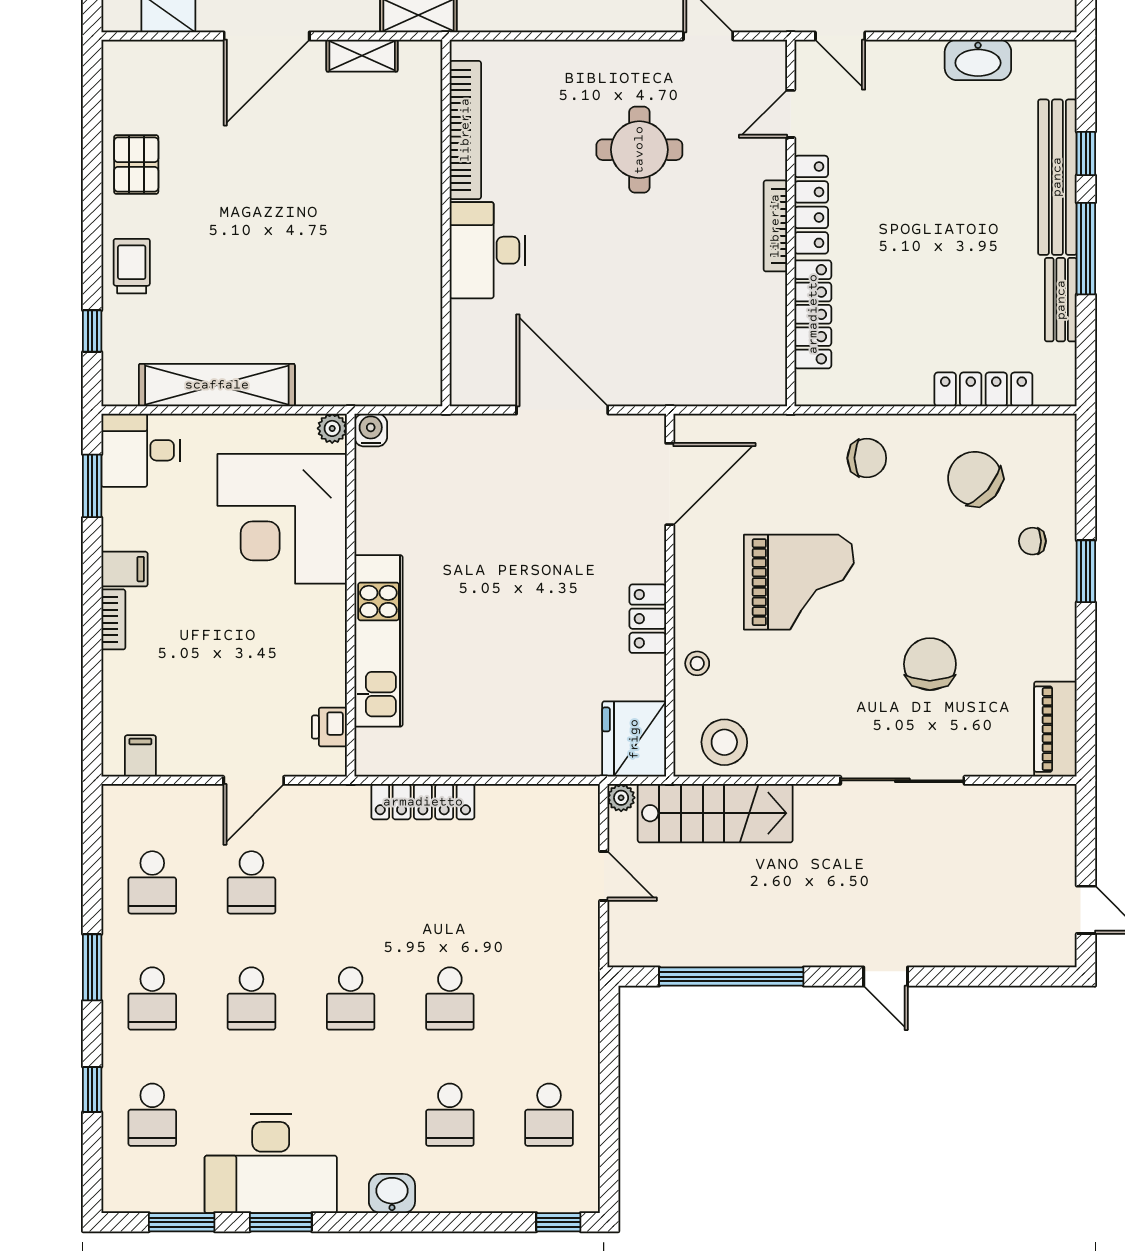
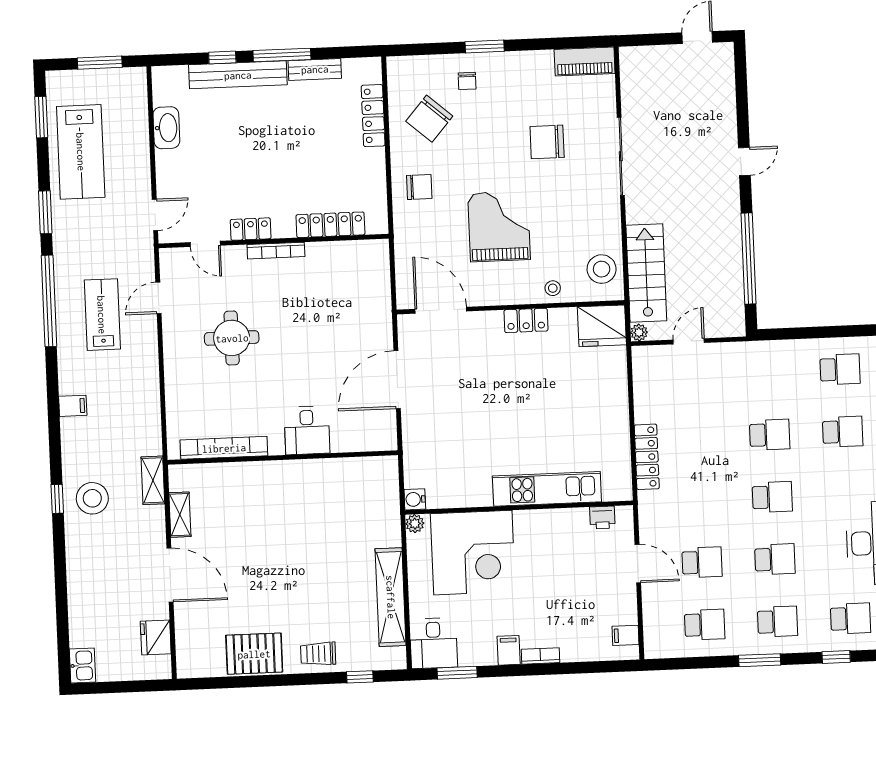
pallet: (136, 164) -> (254, 654), width x1.50, depth x1.42
locker: (811, 205) -> (251, 229), width x0.66
desk: (487, 250) -> (307, 430), width x0.73
chair: (867, 458) -> (419, 187), turned 90

